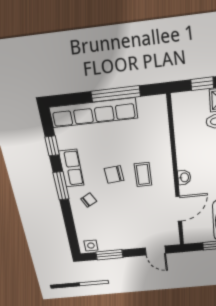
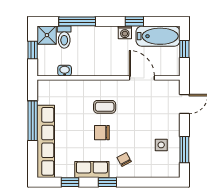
chair: (114, 175) -> (102, 133), turned 95
washbasin: (184, 177) -> (65, 71), moved
window: (61, 186) -> (107, 182), width x0.67
side table: (91, 246) -> (161, 145), moved

